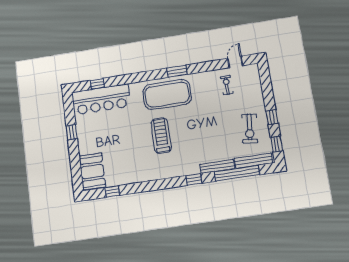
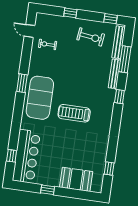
window: (272, 117) -> (70, 13), moved
booth: (92, 171) -> (76, 179), moved
window: (237, 173) -> (125, 59), width x0.68

